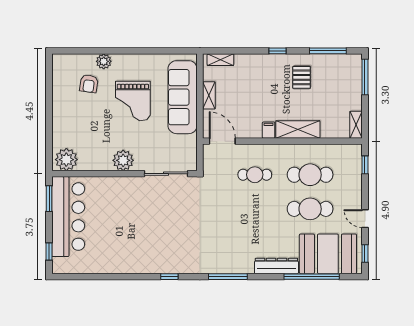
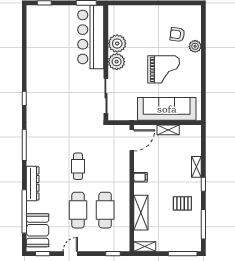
shelving: (220, 60) -> (196, 167), moved
grand piano: (133, 101) -> (164, 69), turned 180
shelving: (298, 130) -> (141, 213), moved
plant: (66, 160) -> (117, 43), moved
cafe table: (255, 175) -> (78, 166), moved
bar counter: (68, 217) -> (91, 37), moved, turned 90
booth: (328, 254) -> (38, 230), width x0.73, depth x0.70

